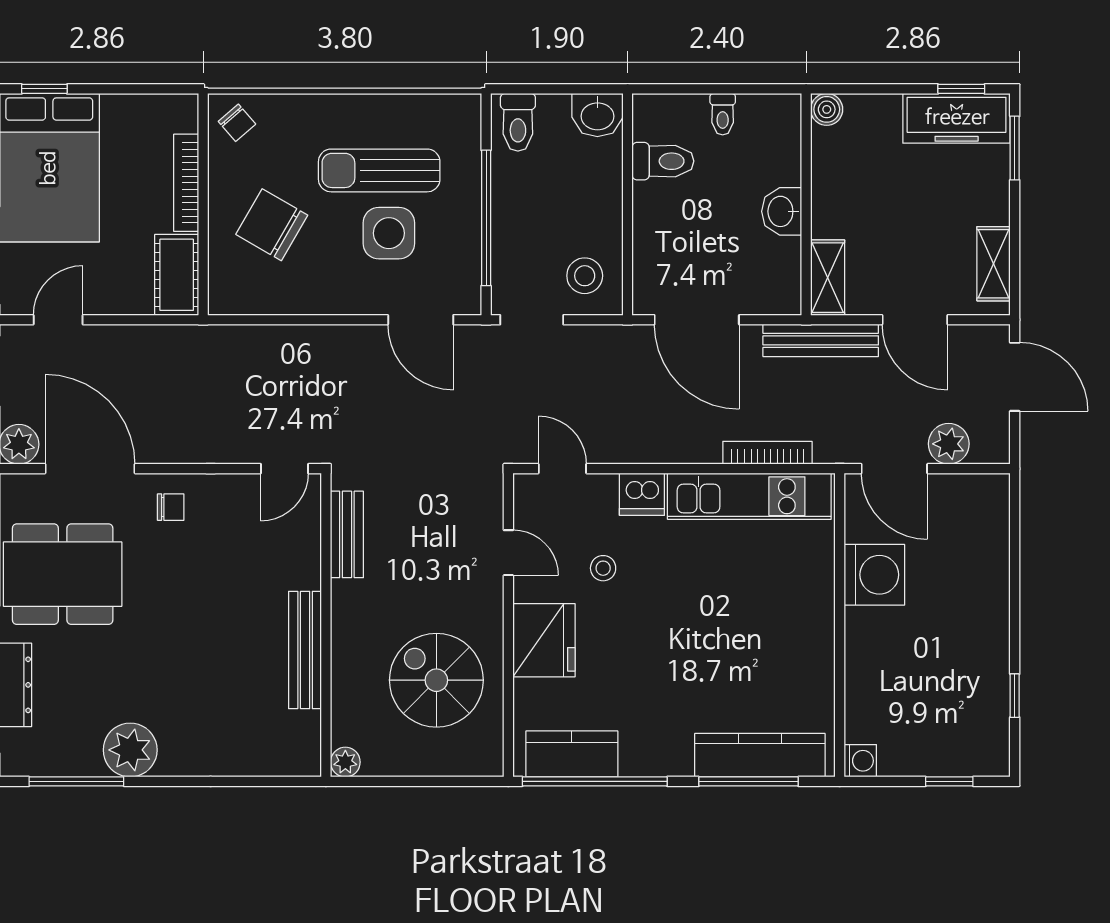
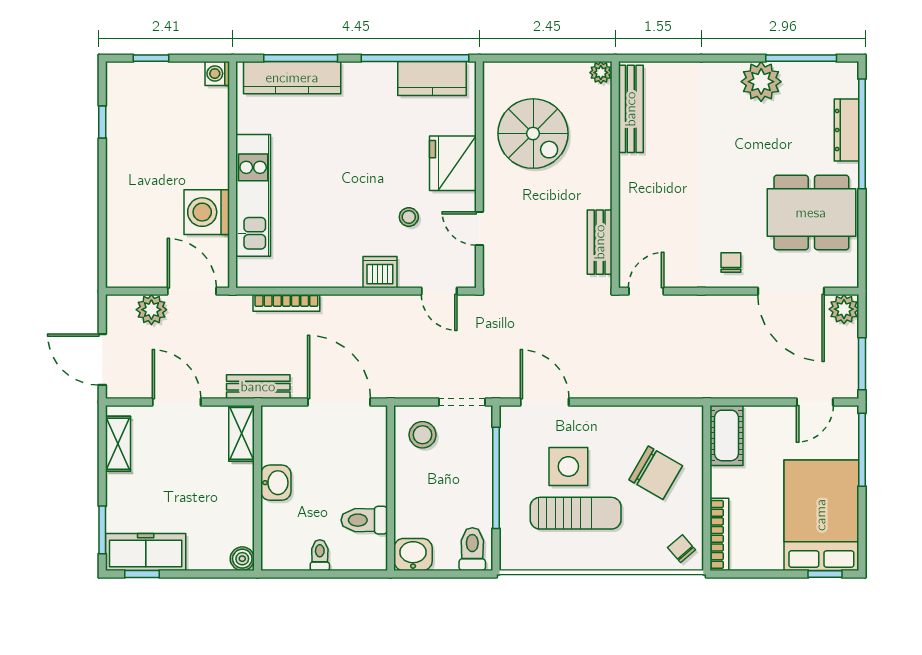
bookcase: (186, 183) -> (719, 534), moved
bench: (821, 340) -> (258, 387), width x0.73
kitchen unit: (749, 496) -> (253, 195), moved, turned 90
chair: (171, 507) -> (731, 262), turned 90
bench: (305, 650) -> (631, 109), moved

